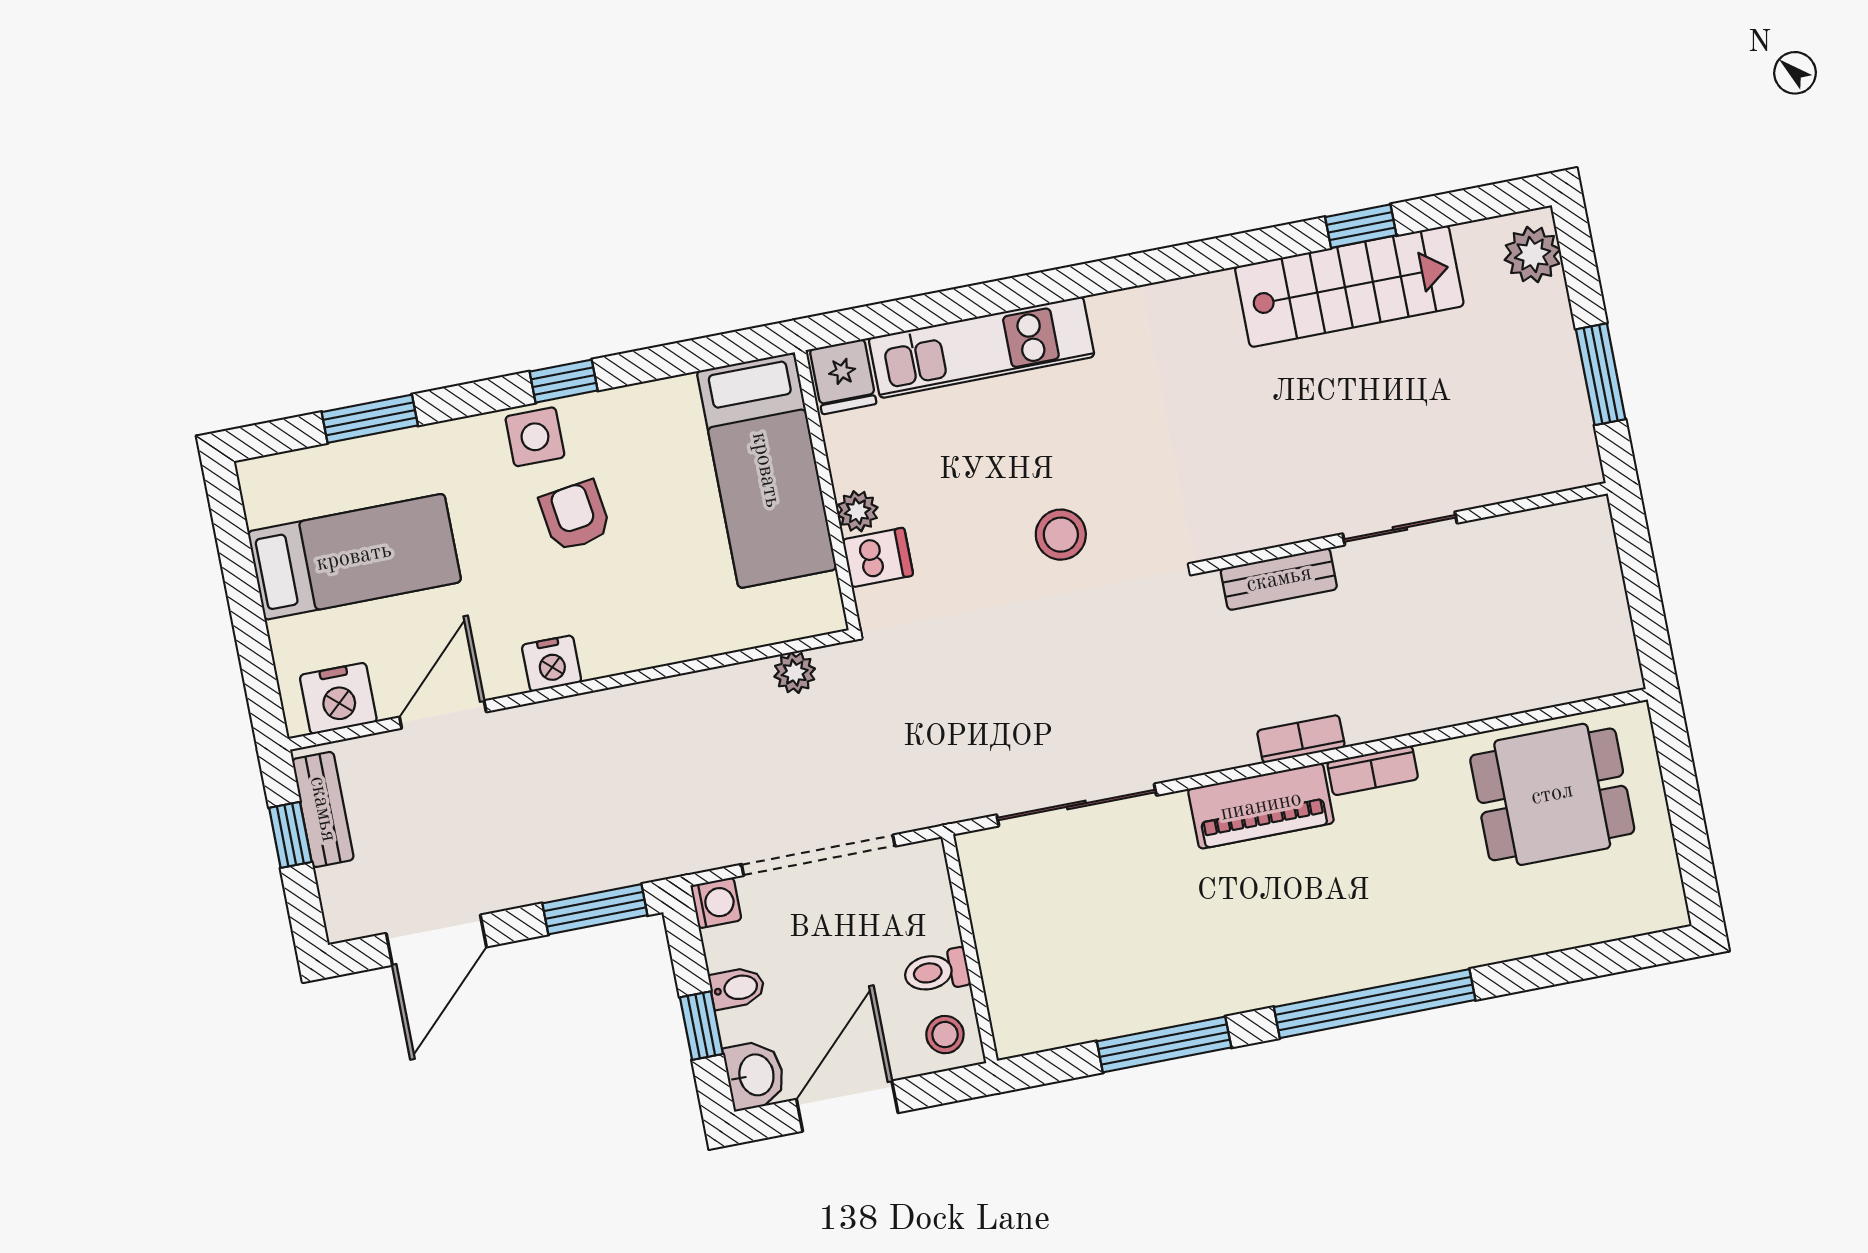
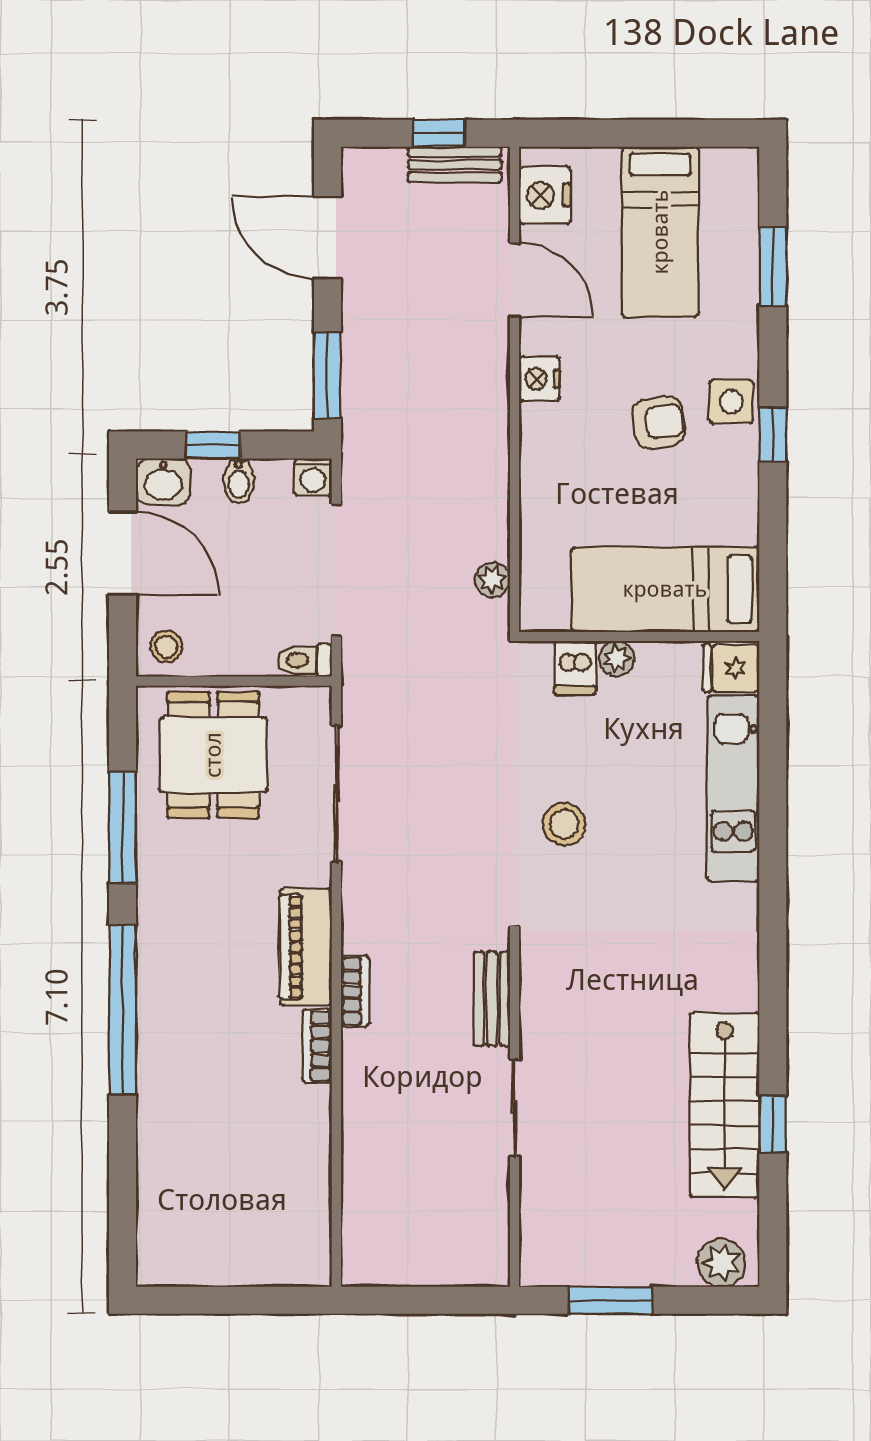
dining table: (1552, 794) -> (213, 755), moved
toilet: (936, 971) -> (305, 660), moved, turned -90

